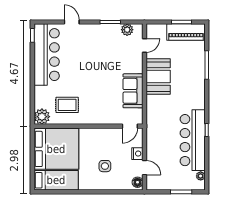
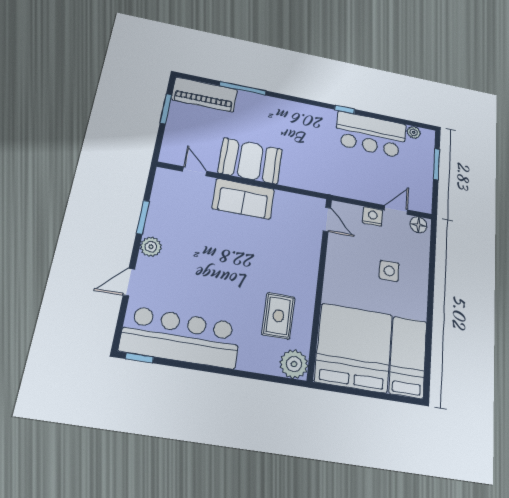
plant: (127, 30) -> (151, 247), moved
piano: (186, 32) -> (205, 94), moved, turned 90
sofa: (133, 91) -> (243, 199), moved
bar counter: (193, 140) -> (371, 135), width x0.73

